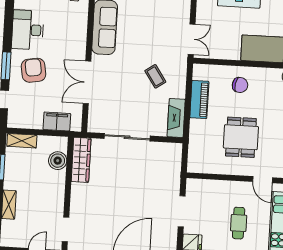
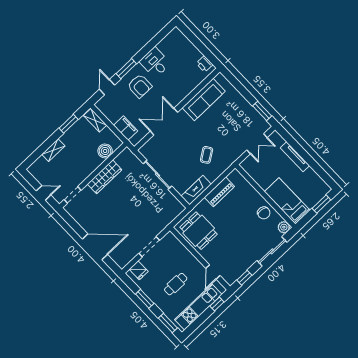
desk: (28, 30) -> (155, 63), width x0.73
double door: (192, 39) -> (257, 144), moved
armchair: (34, 70) -> (140, 86), turned 99
chair: (240, 85) -> (264, 213), moved
dining table: (241, 137) -> (199, 231), moved, turned 90
wardrobe: (81, 160) -> (105, 177), moved

